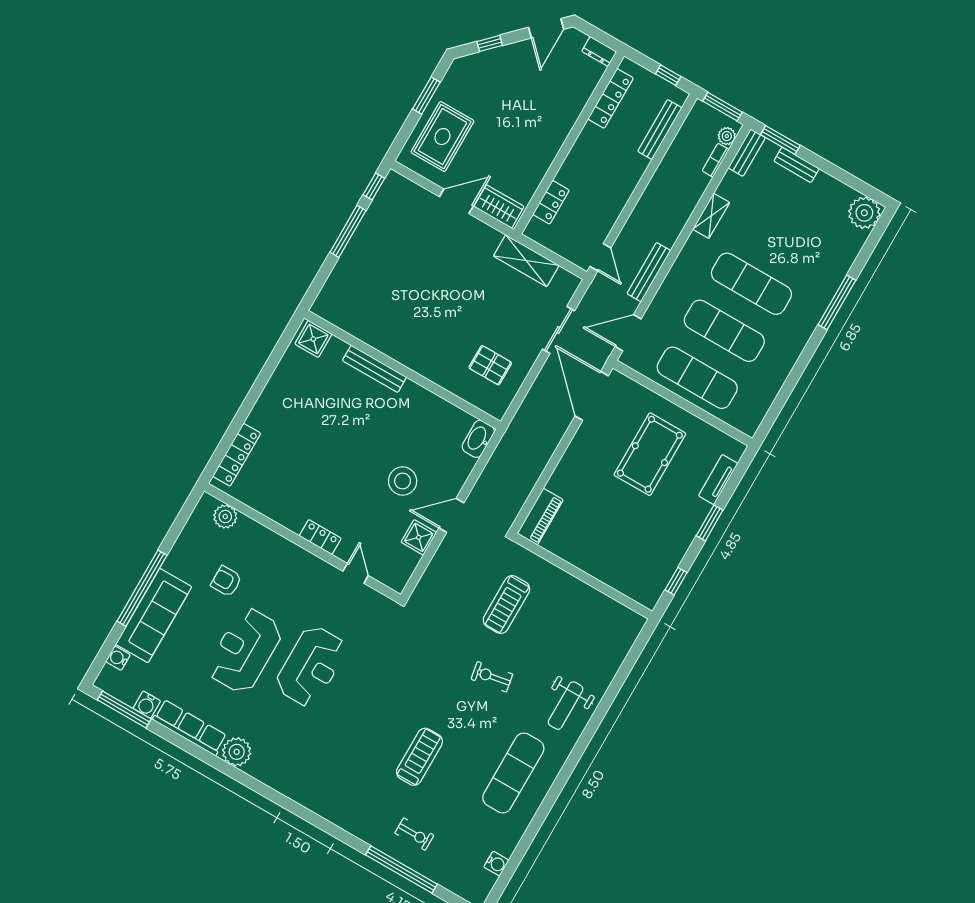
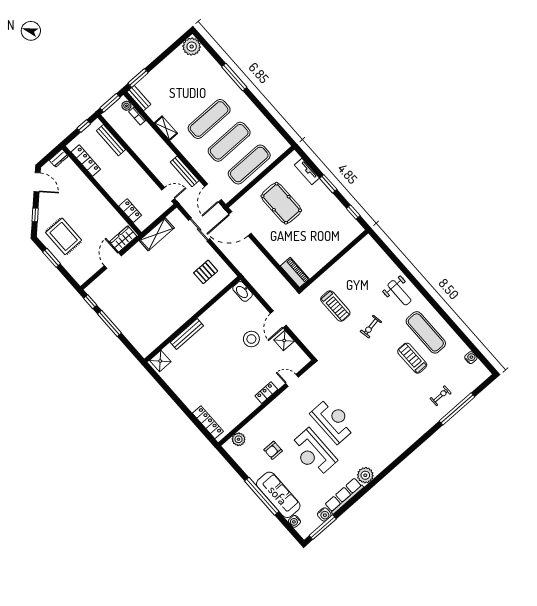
rug: (442, 137) -> (64, 236), moved
bench: (797, 165) -> (154, 74), removed
treadmill: (419, 757) -> (412, 358), moved

